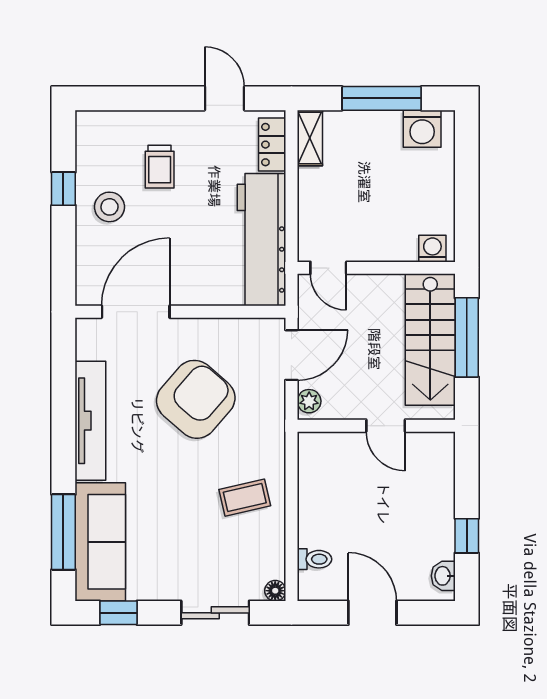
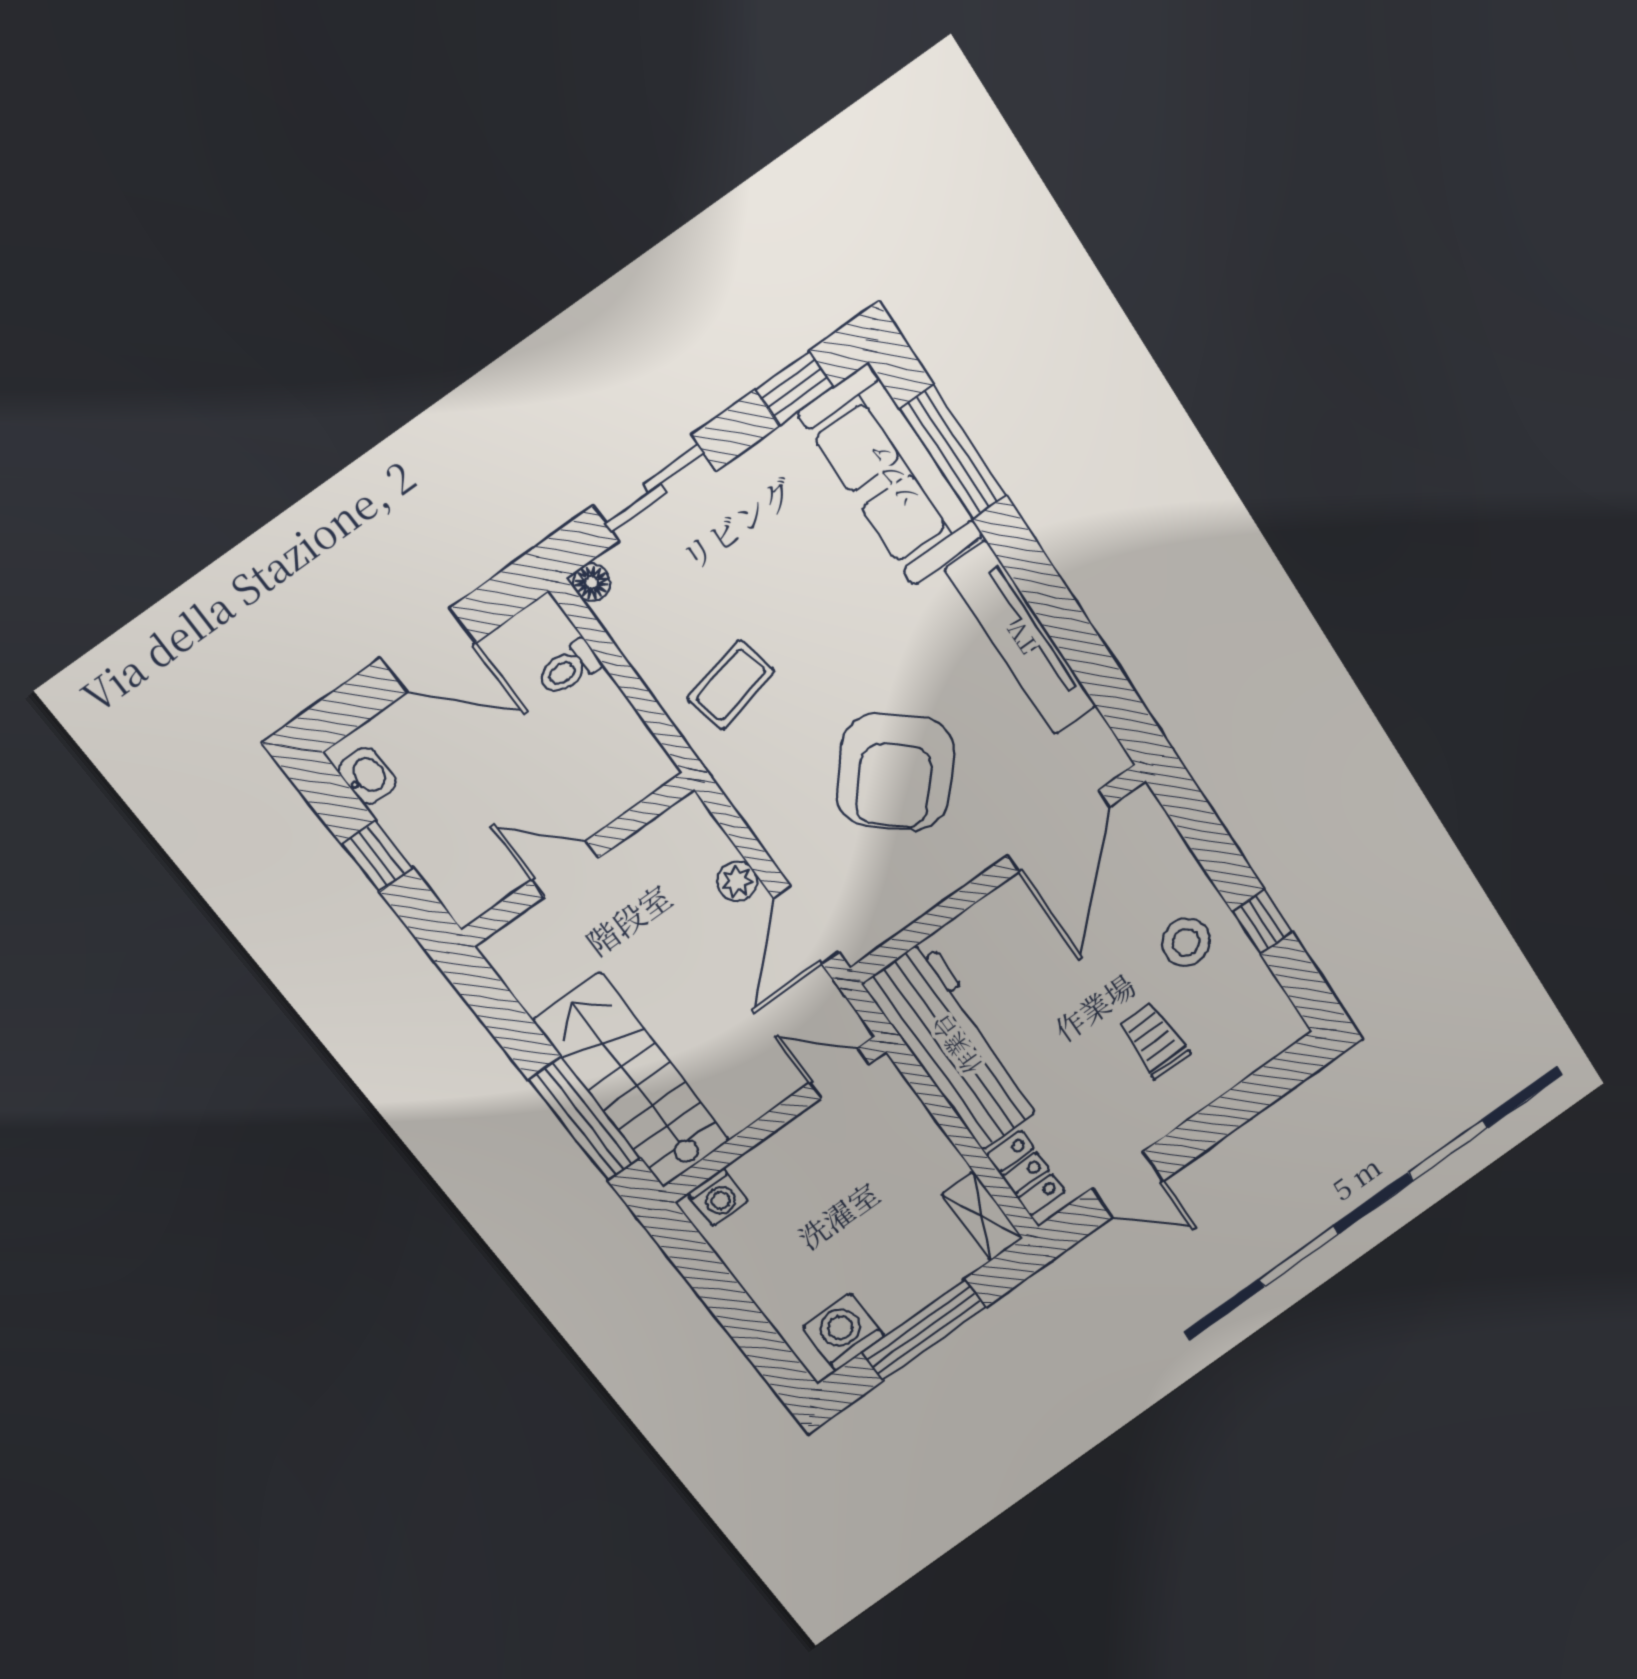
wall: (376, 426) -> (578, 860), moved
door: (386, 426) -> (565, 869), moved

